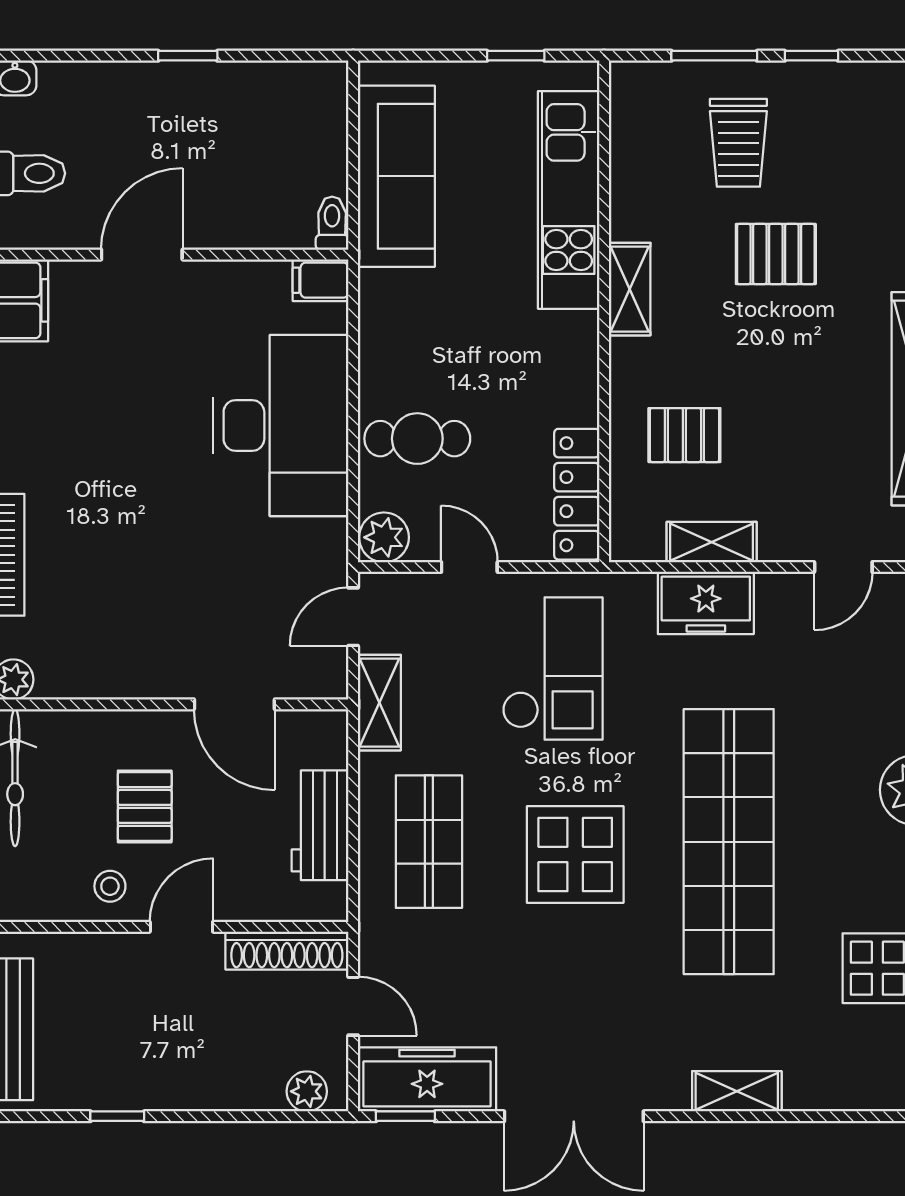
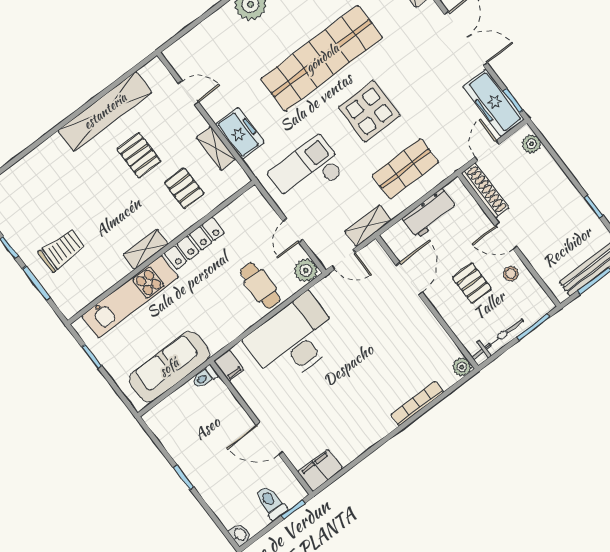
pallet: (776, 254) -> (139, 155), moved
locker: (577, 494) -> (194, 243), moved
pallet: (145, 806) -> (472, 283), turned 90

